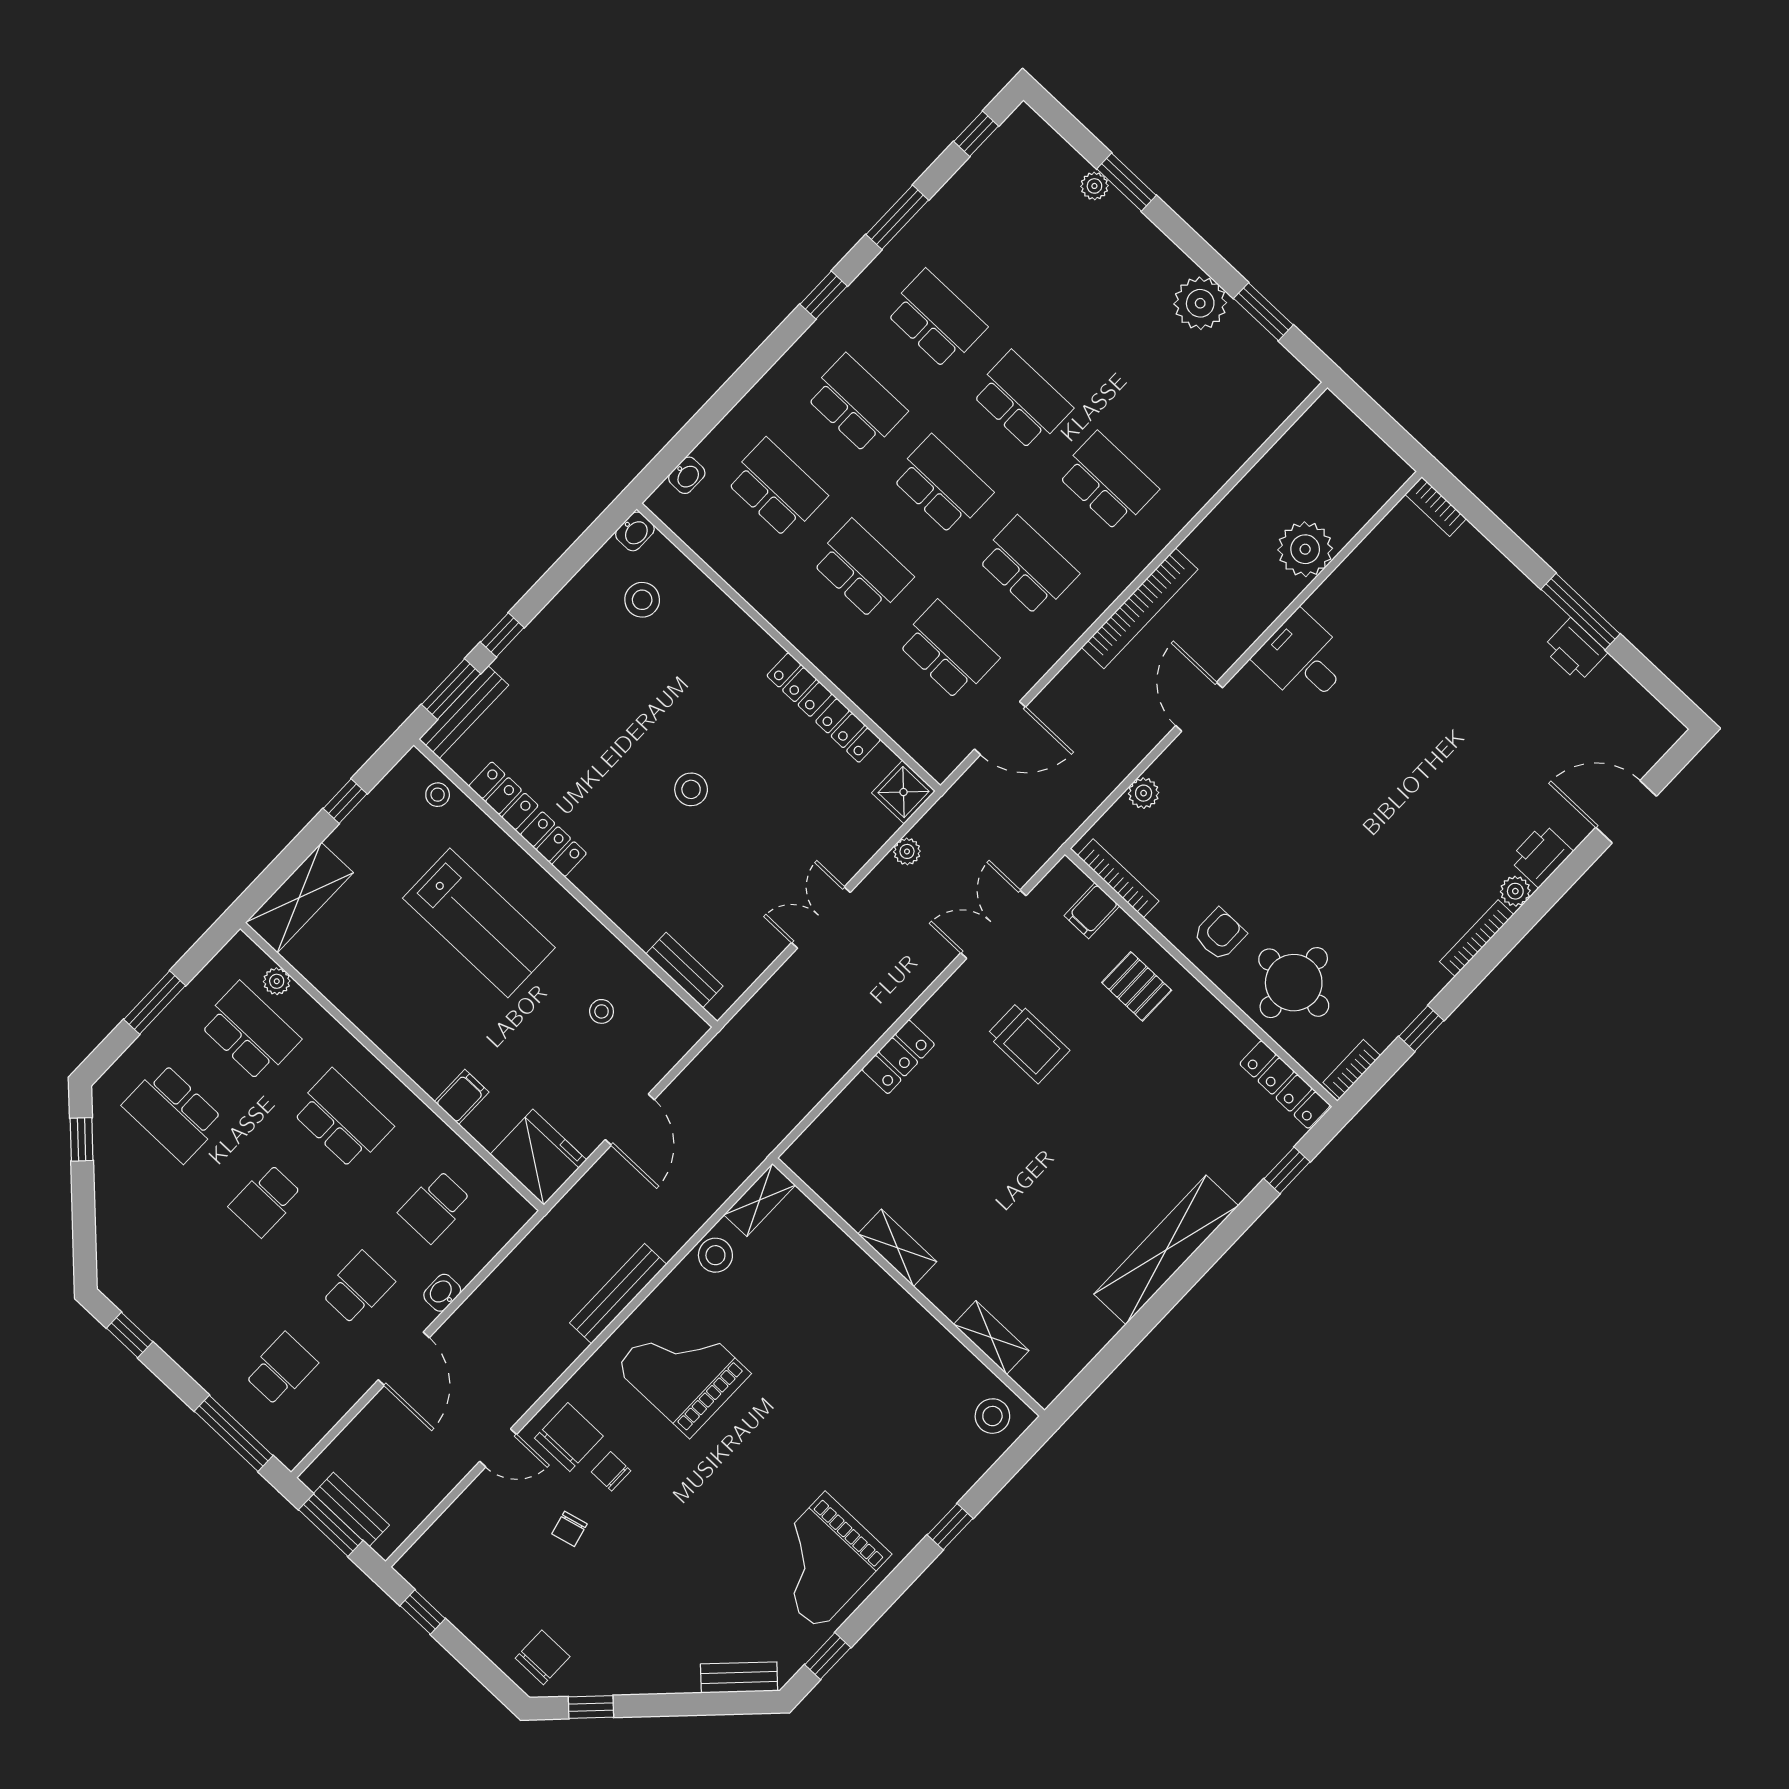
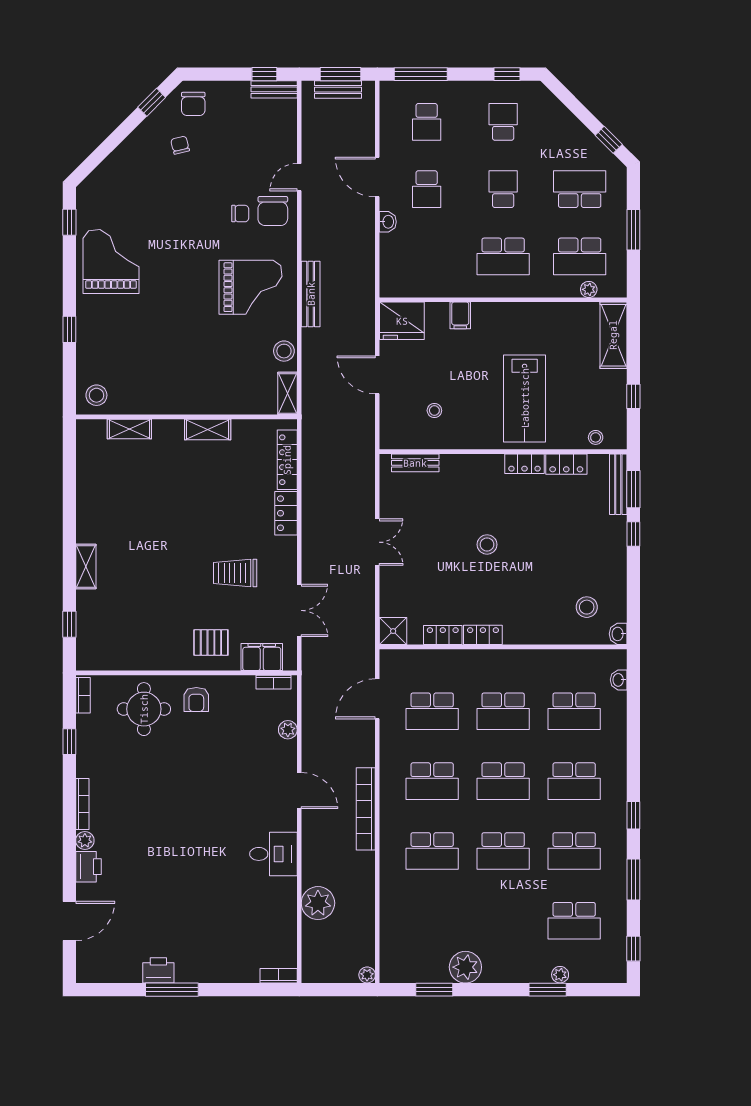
school desk: (1016, 235) -> (574, 921), added
plant: (907, 851) -> (367, 975), moved
bookcase: (1118, 878) -> (274, 682), width x0.64
filing cabinet: (1092, 911) -> (262, 657), width x2.00
lab bench: (479, 923) -> (525, 398), turned -90
locker: (1285, 1085) -> (287, 460), moved, turned -90
school desk: (435, 1206) -> (503, 122), moved
shelving: (1166, 1250) -> (86, 566), width x0.45, depth x0.75
chair: (569, 1529) -> (180, 145), moved
bench: (739, 1677) -> (274, 89), moved, turned 45

